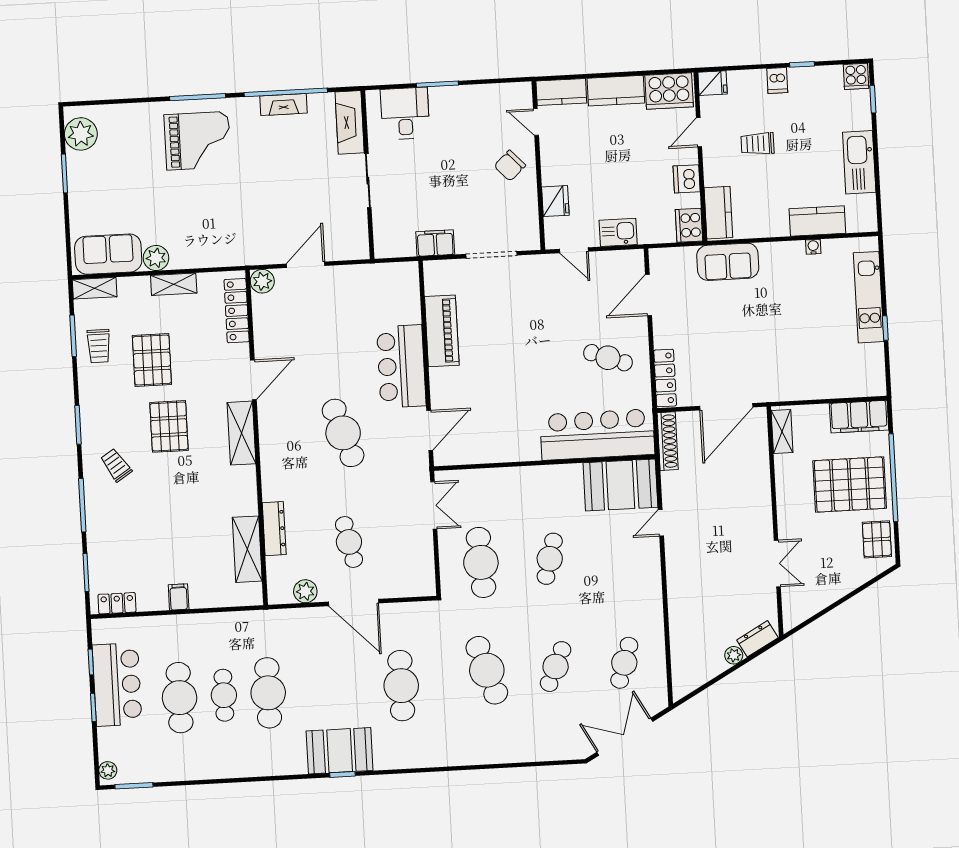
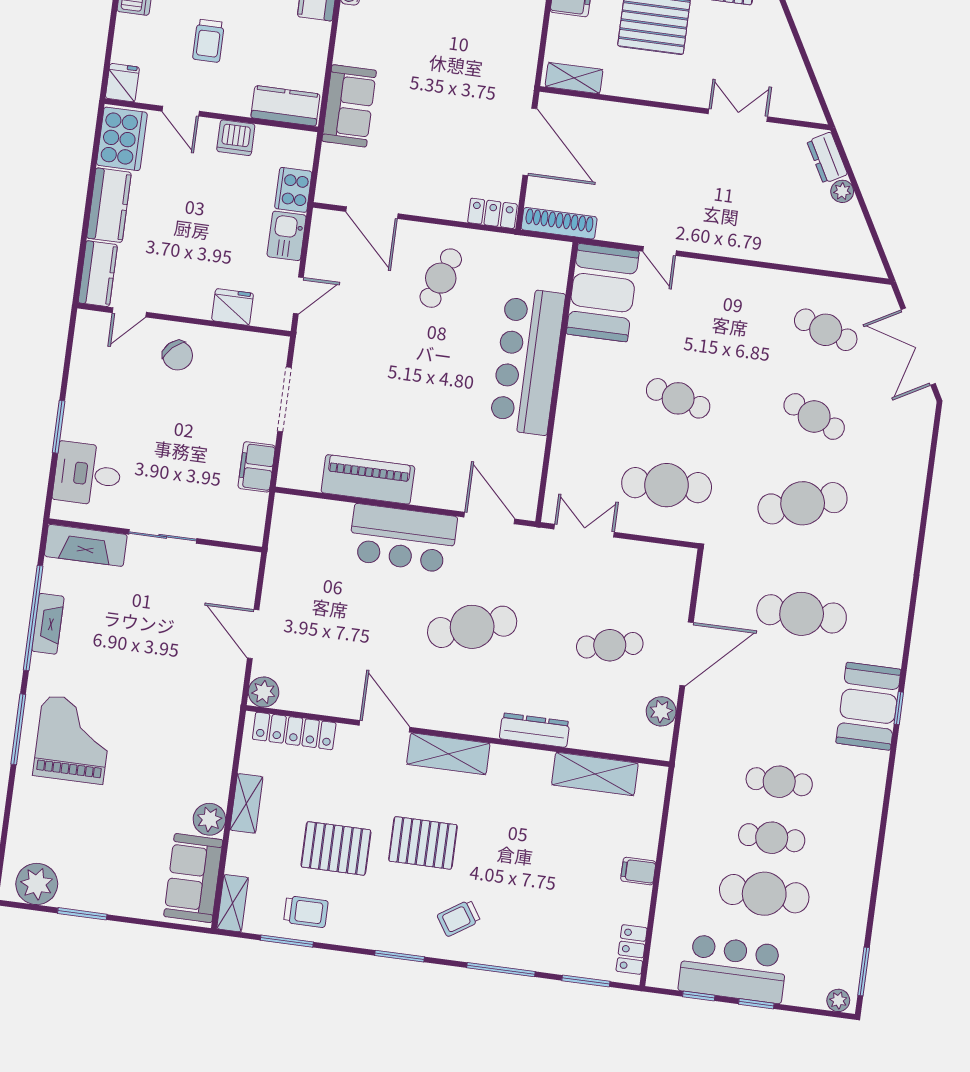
cooker: (689, 225) -> (293, 190), moved, turned 90
locker: (665, 378) -> (492, 213), width x0.66
bar counter: (597, 435) -> (527, 361), moved
dresser: (274, 529) -> (535, 730), moved
cafe table: (268, 693) -> (779, 782), width x0.73, depth x0.74

